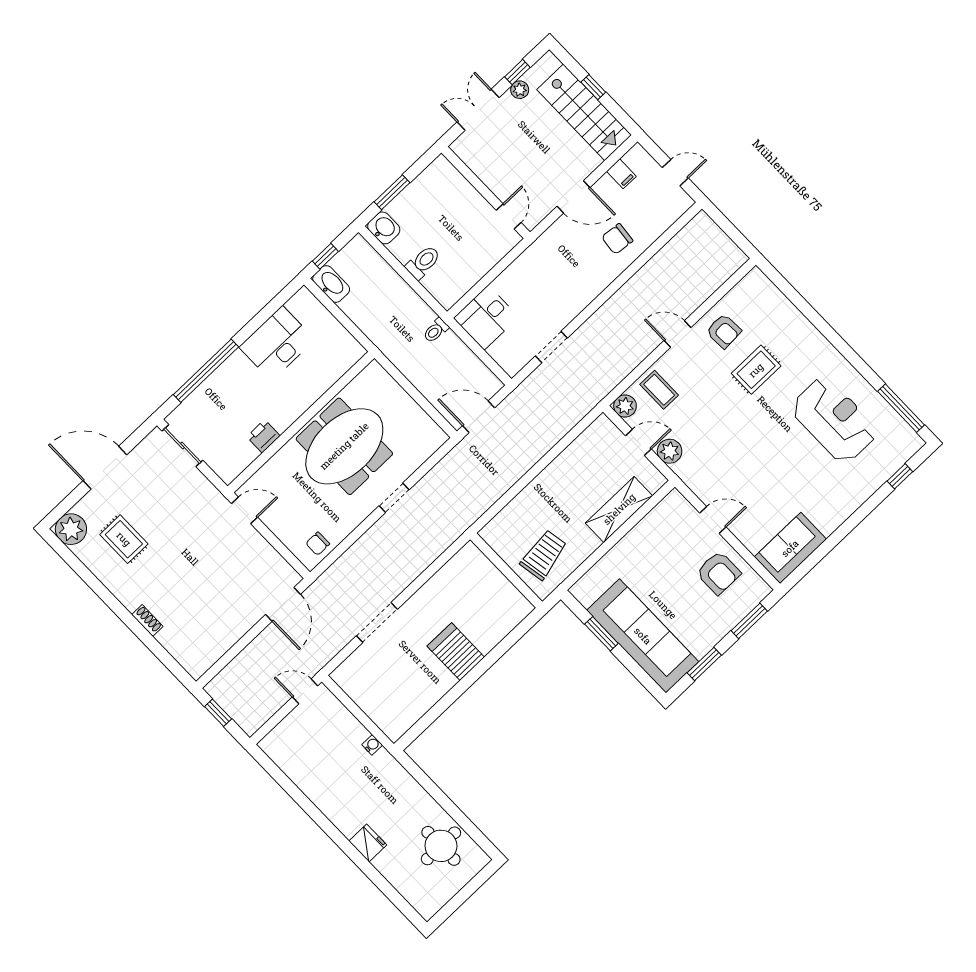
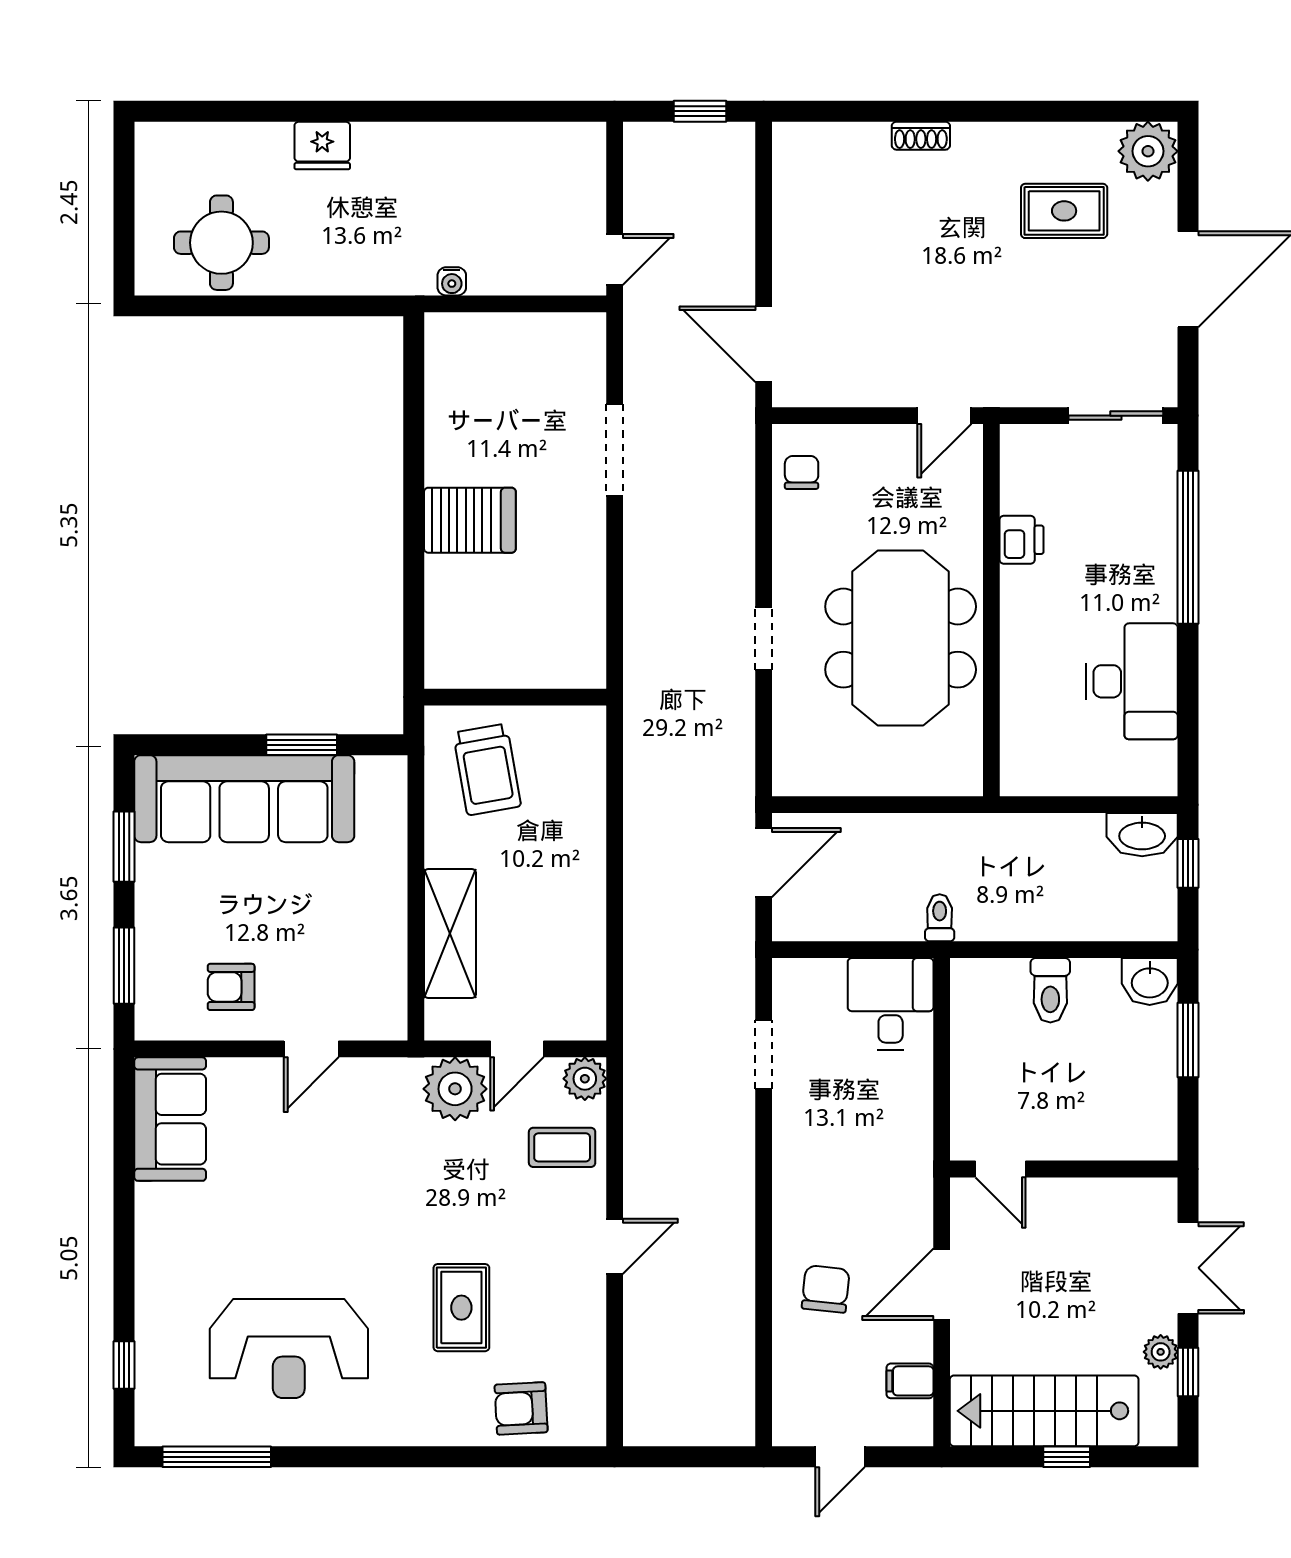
armchair: (724, 331) -> (521, 1408), moved
plant: (670, 451) -> (455, 1089), width x1.36, depth x1.36
armchair: (718, 573) -> (231, 987), width x0.72, depth x0.72

